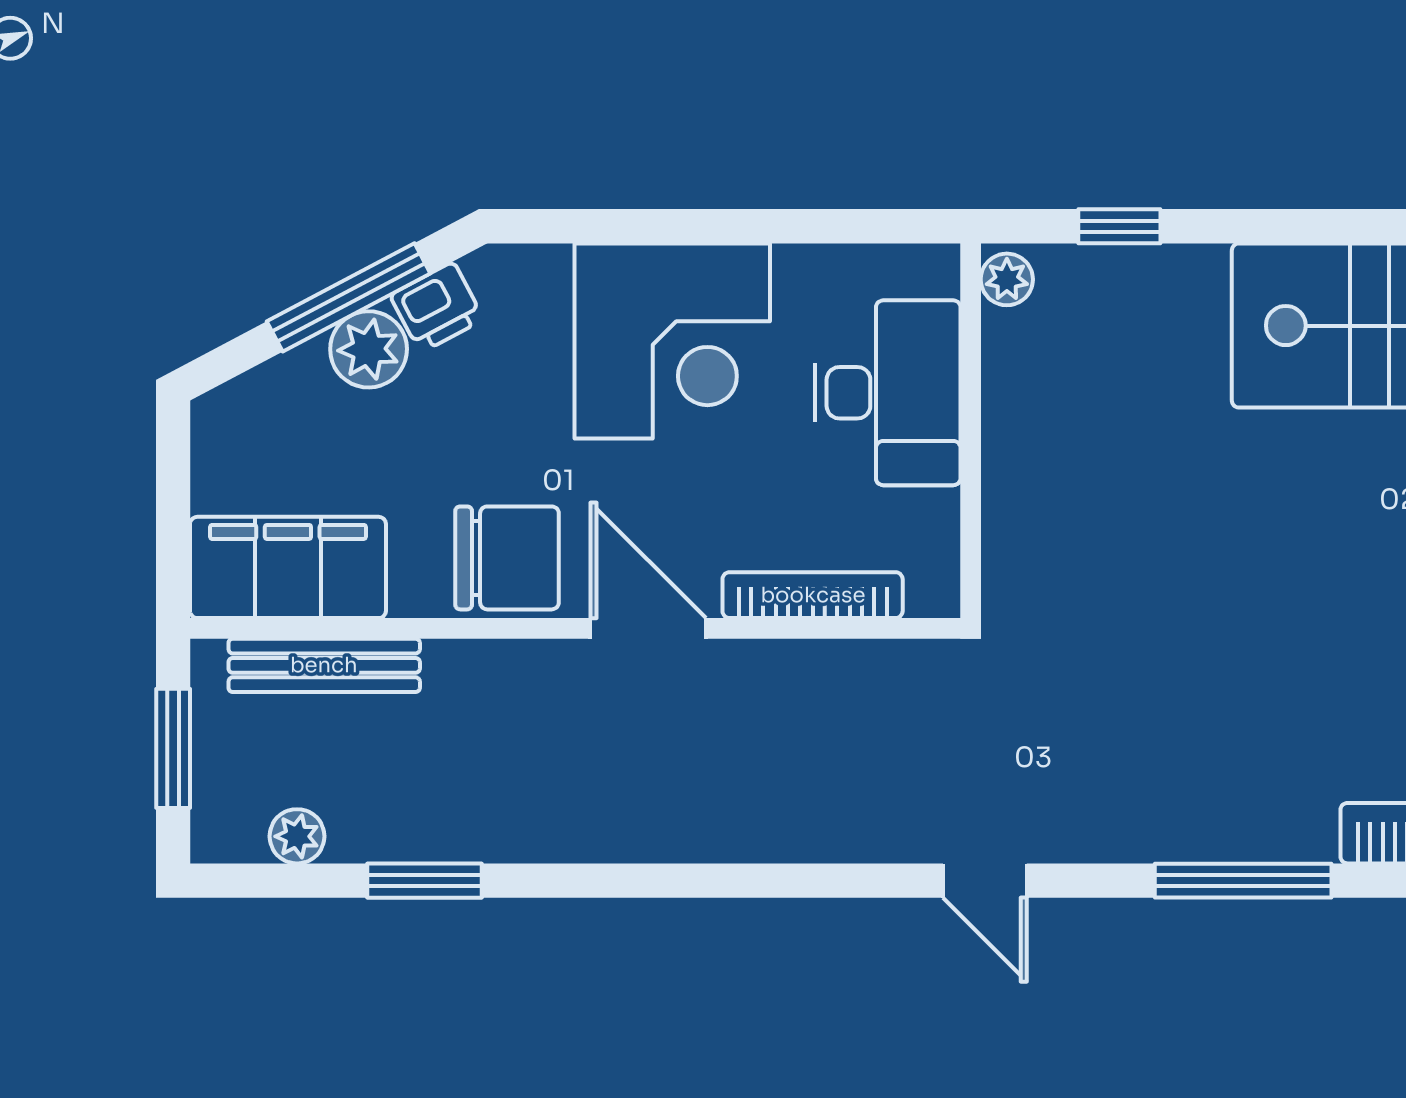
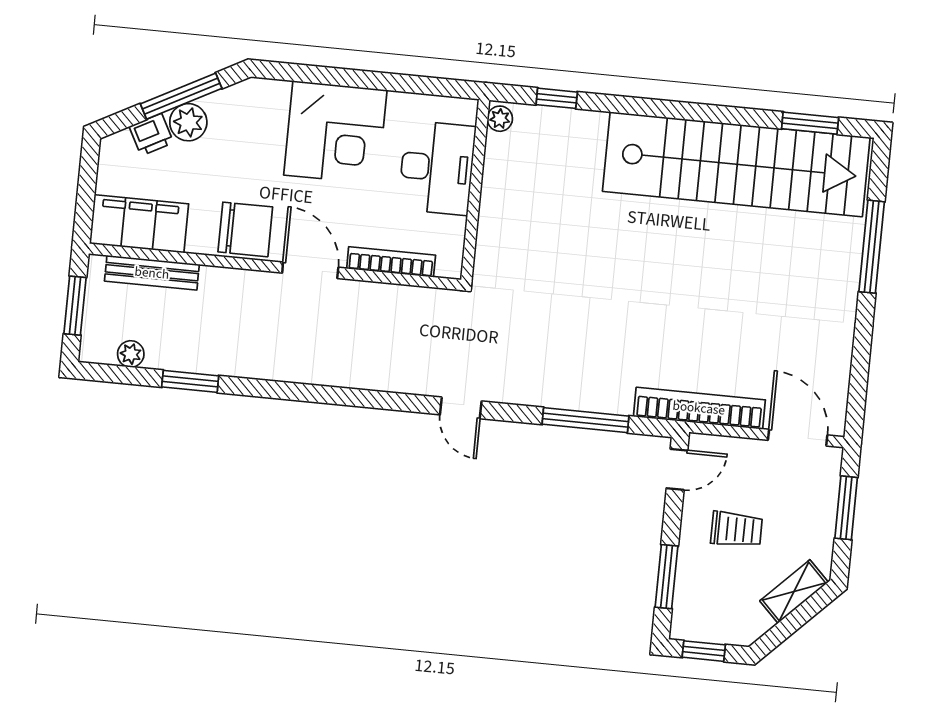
printer: (437, 307) -> (151, 135), moved

